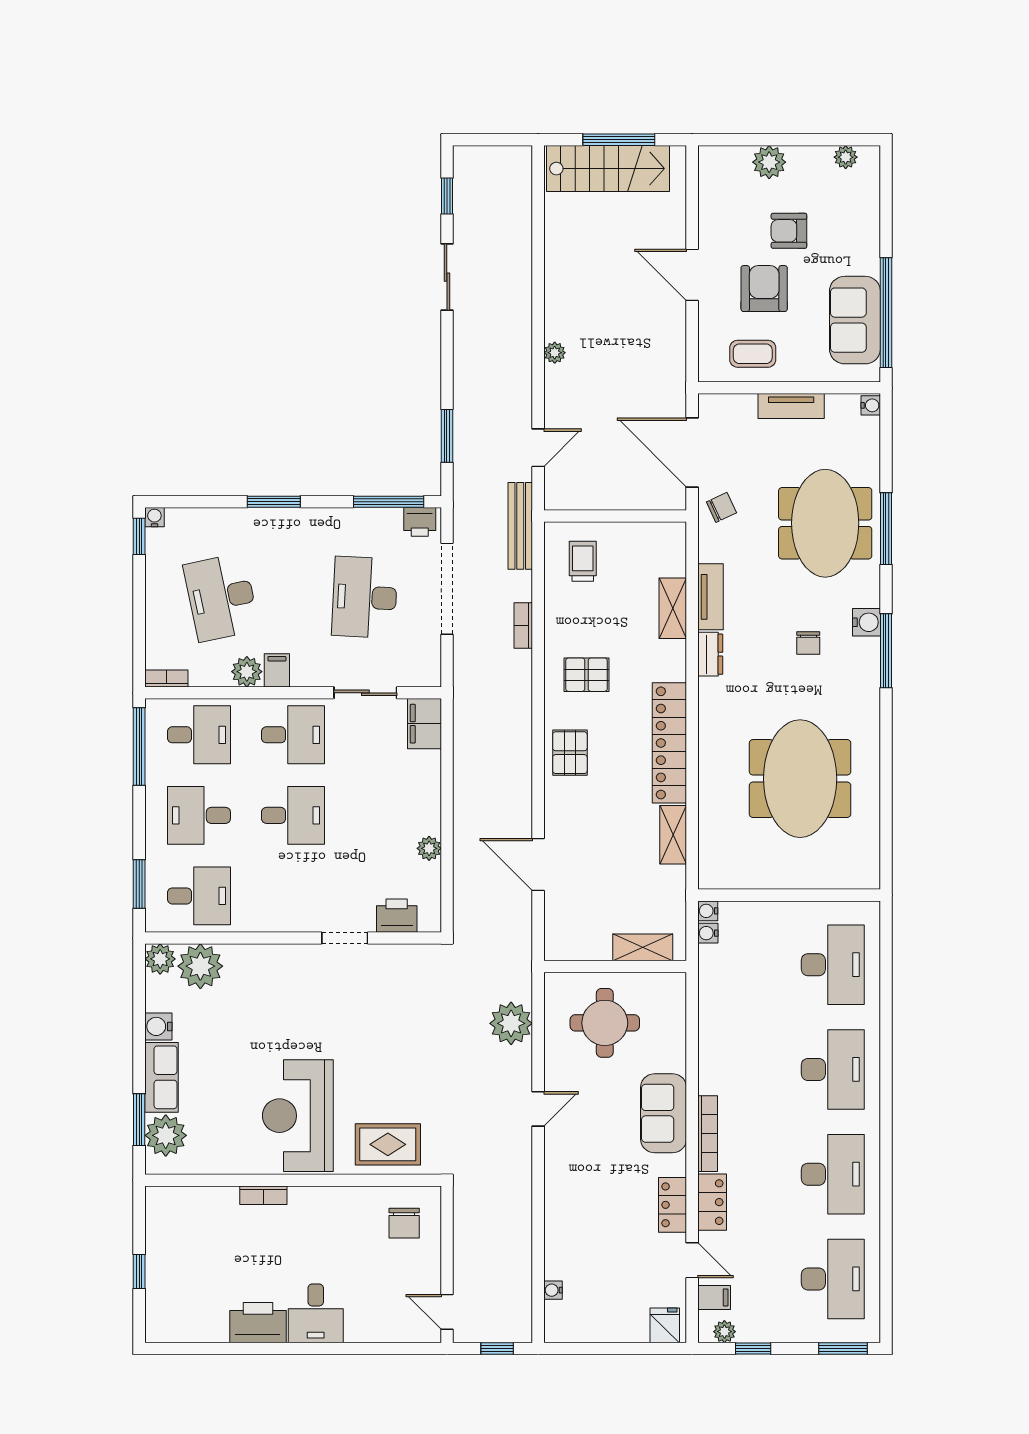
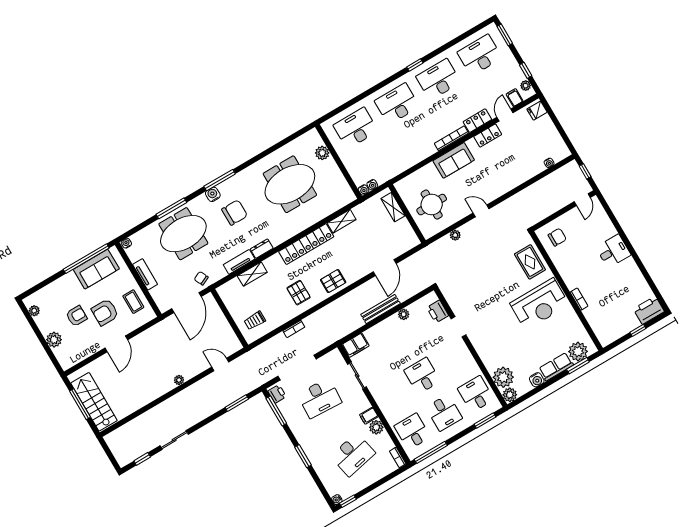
armchair: (789, 231) -> (76, 316), turned -90
bench: (520, 526) -> (381, 309), moved
chair: (808, 643) -> (235, 213), width x1.87, depth x1.87
desk: (293, 735) -> (390, 394), removed
plant: (823, 874) -> (322, 153), added
plant: (511, 1023) -> (455, 235), width x0.53, depth x0.53
window: (886, 1146) -> (415, 65), added
printer: (258, 1323) -> (649, 310), moved, turned 90

